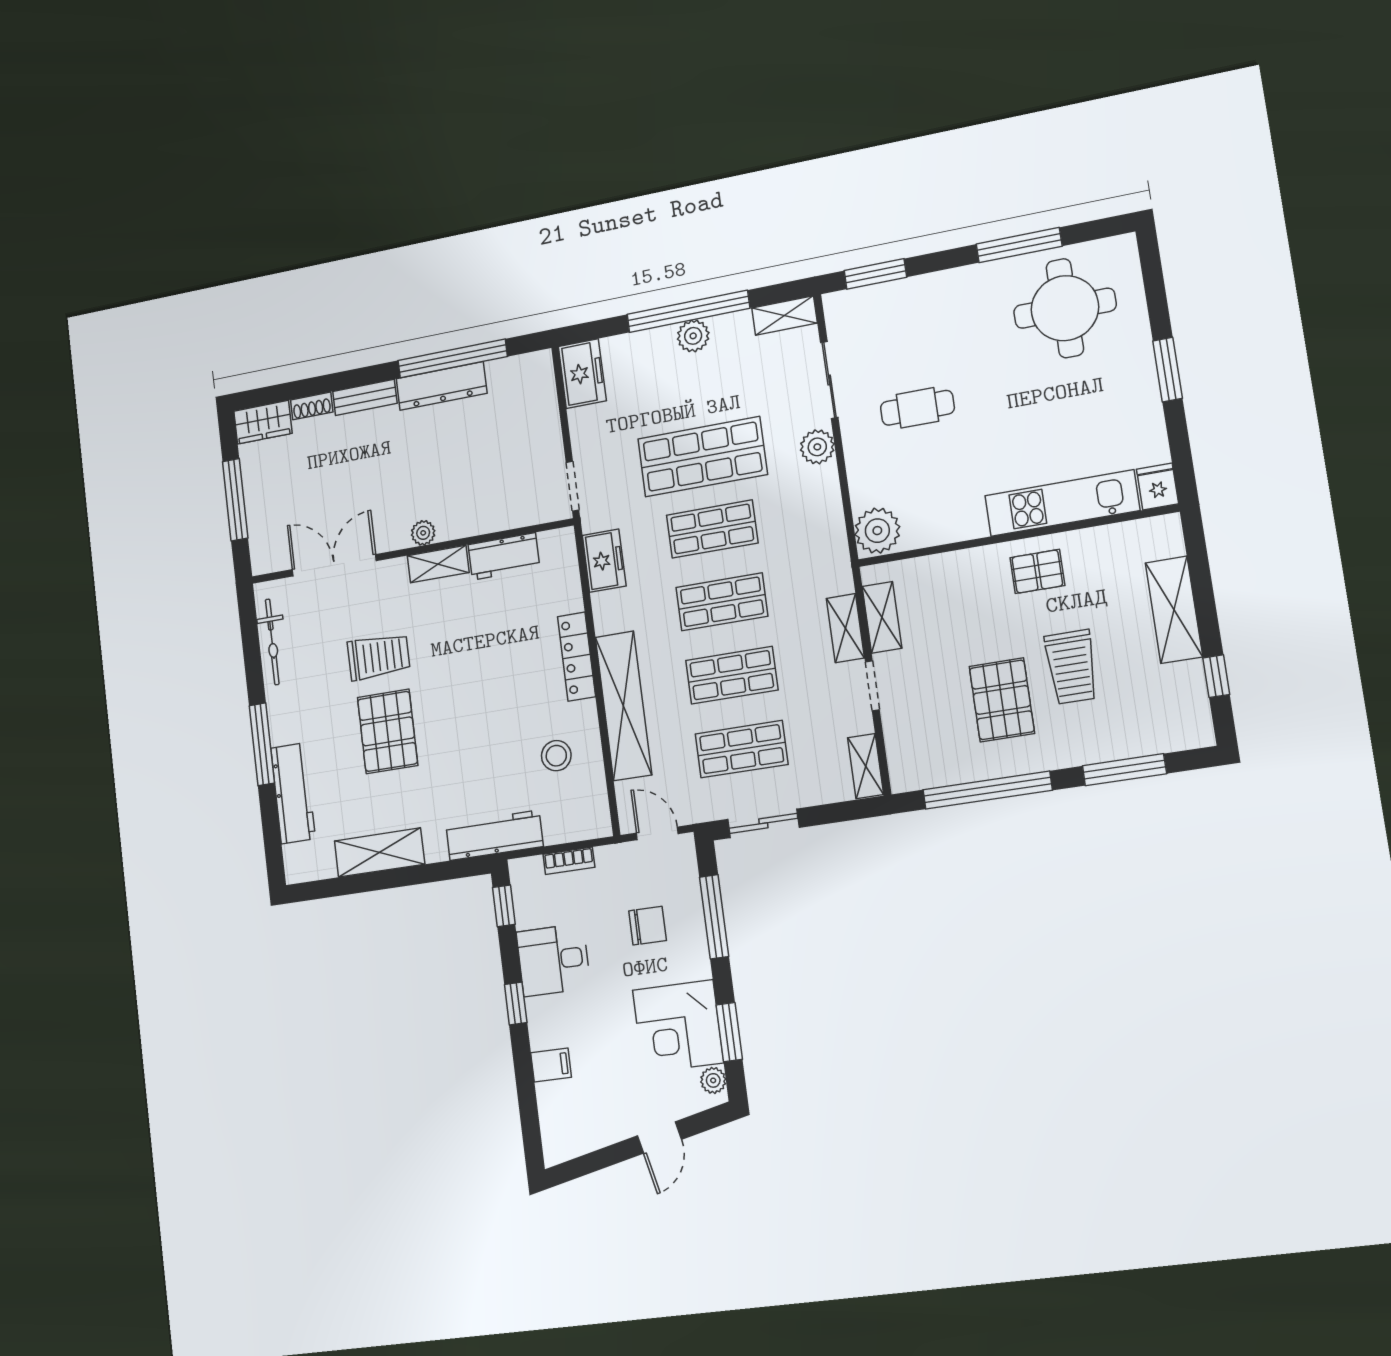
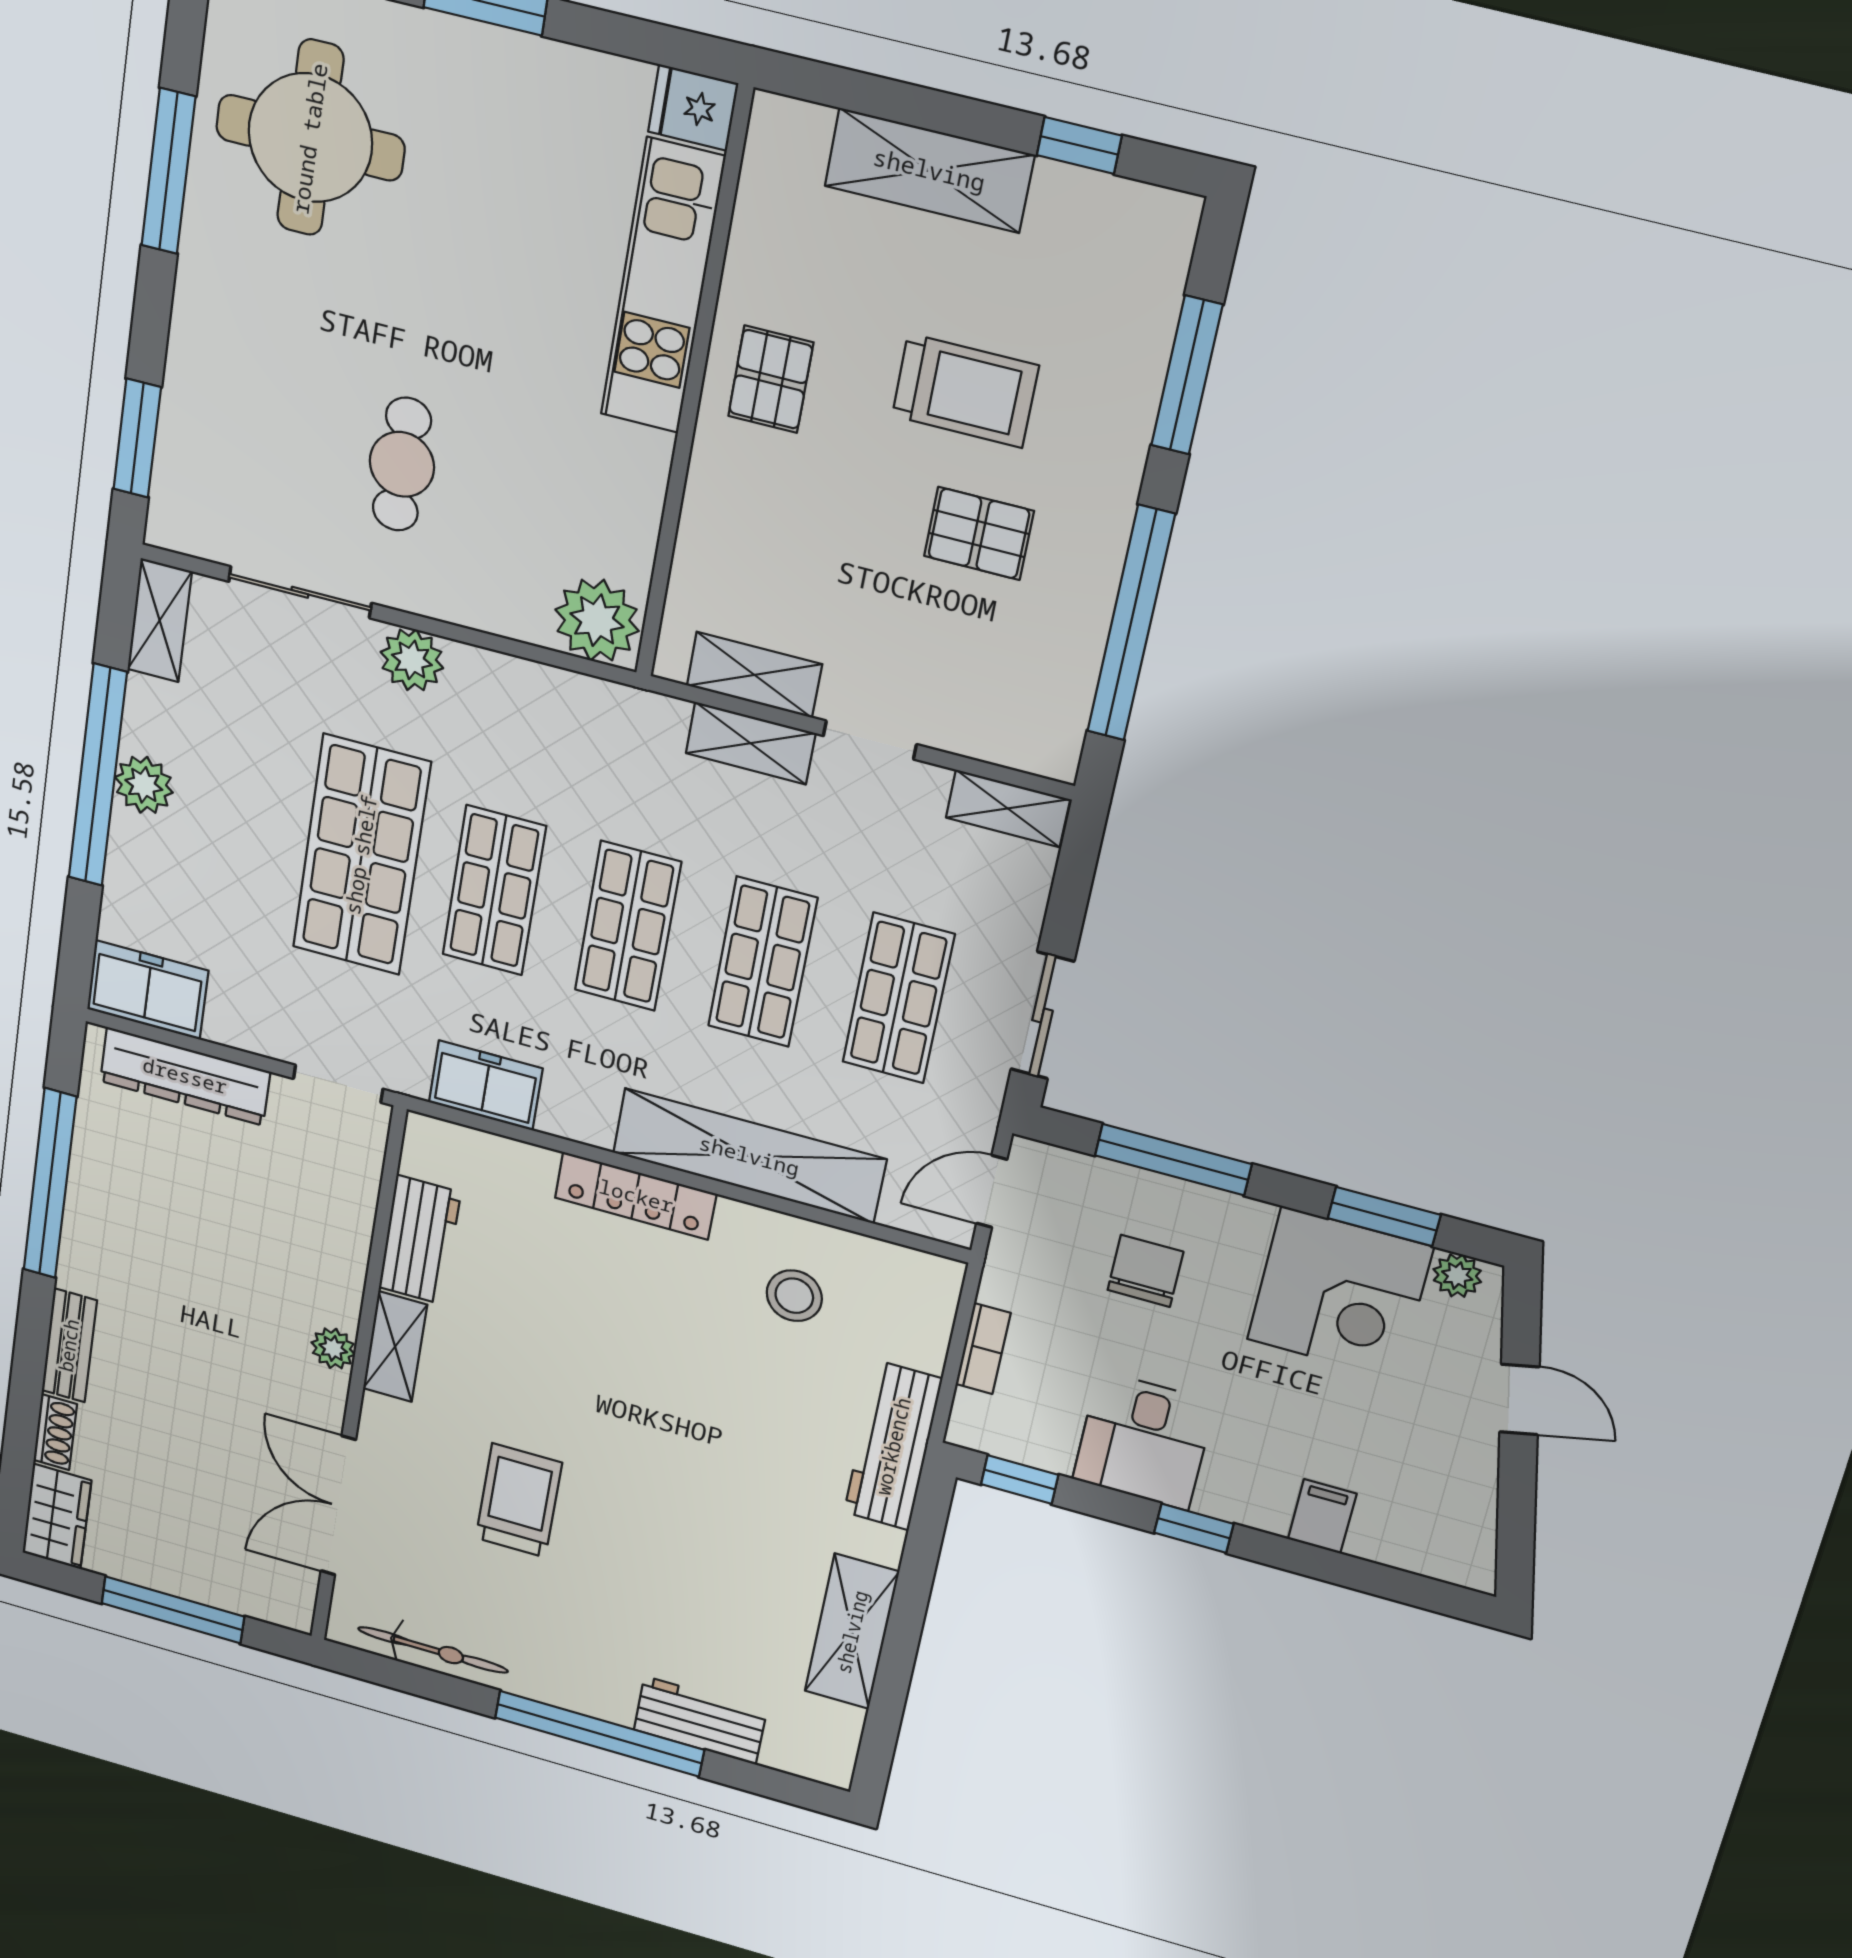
dresser: (441, 386) -> (185, 1076), moved, turned 90
pallet: (1002, 700) -> (979, 534), width x0.67, depth x0.71
pallet: (388, 731) -> (651, 1538), removed
window: (262, 744) -> (599, 1734), width x1.46
workbench: (293, 793) -> (700, 1720), width x0.73

